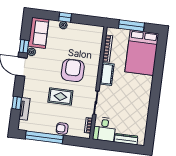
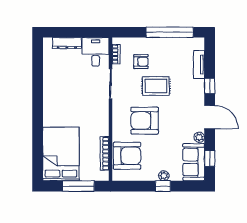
armchair: (90, 45) -> (127, 156), added
window: (24, 46) -> (210, 159), moved
armchair: (73, 70) -> (145, 121), turned 90
cot: (107, 74) -> (101, 121), removed
window: (17, 103) -> (210, 86), moved
armchair: (62, 128) -> (141, 62), moved

